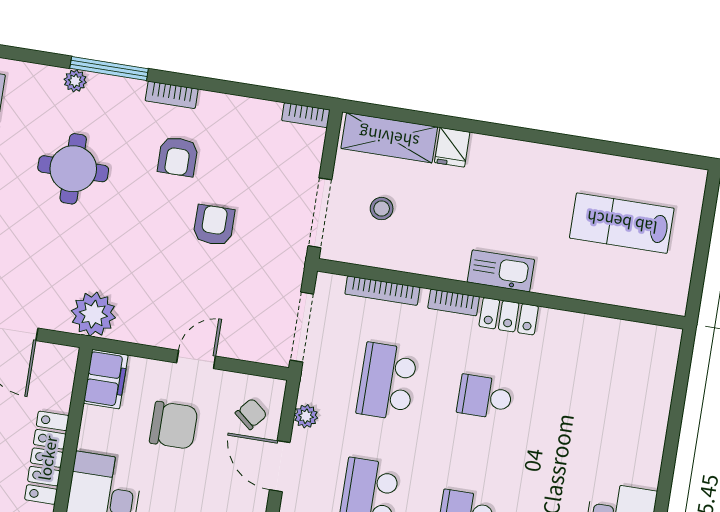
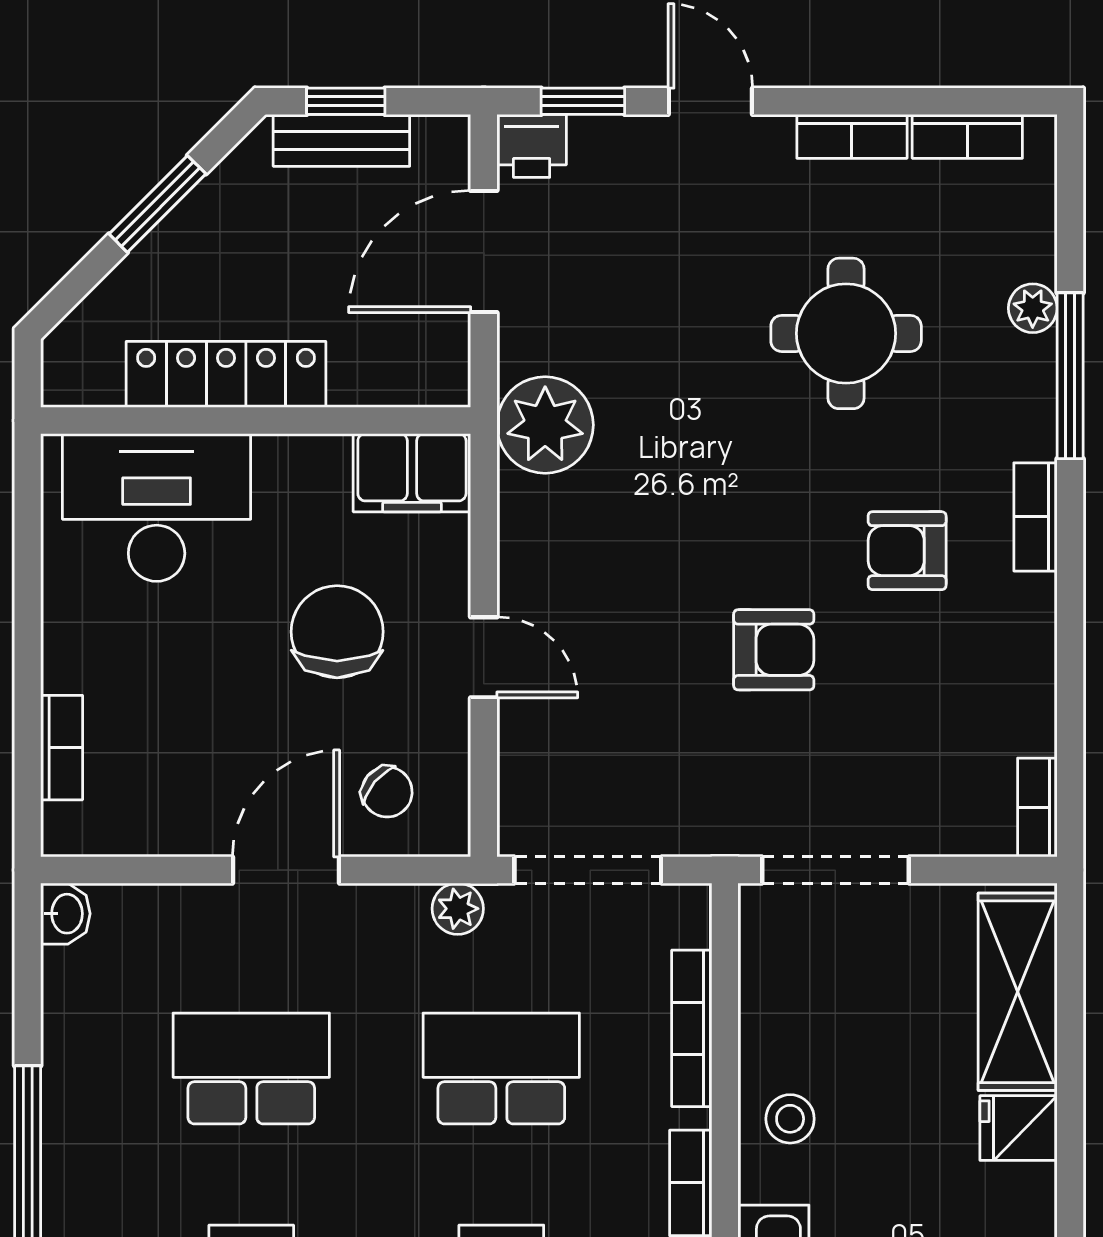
stool: (382, 209) -> (790, 1119), moved
plant: (306, 416) -> (458, 909), moved
chair: (174, 425) -> (337, 632), turned 180

